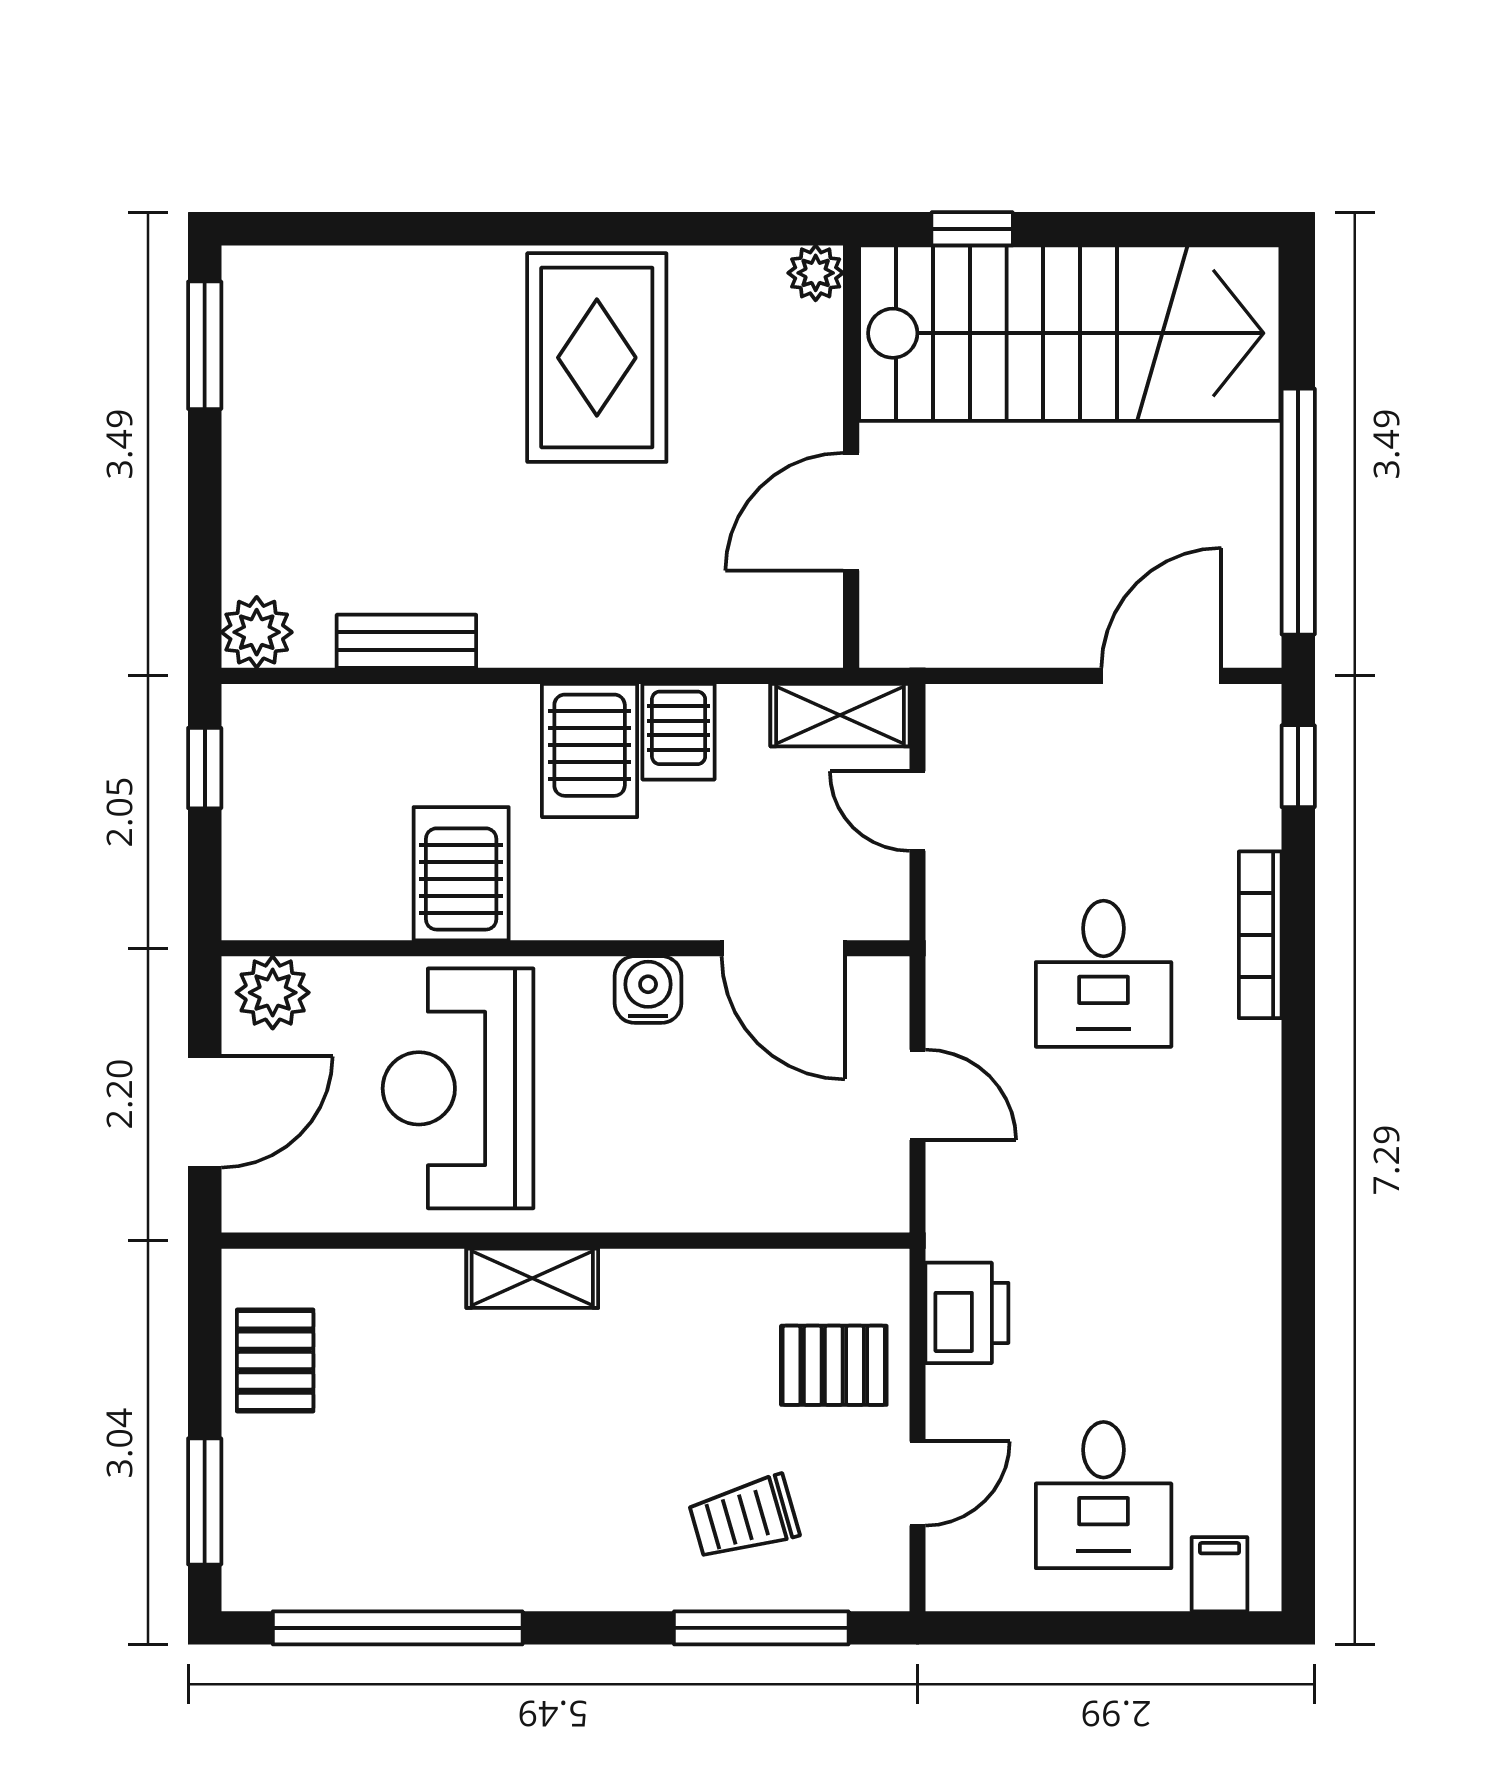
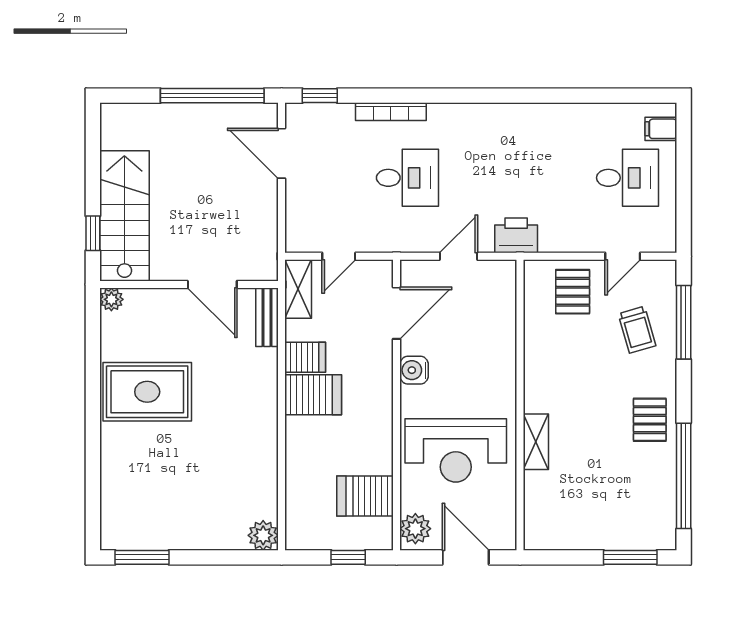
stairs: (1070, 333) -> (124, 216), width x0.73, depth x0.66
bench: (406, 641) -> (267, 317), moved
window: (205, 768) -> (348, 557), moved
server rack: (461, 874) -> (365, 496), moved
shelving: (532, 1278) -> (536, 442), moved
printer: (967, 1313) -> (516, 235), moved
pallet: (275, 1361) -> (650, 420), moved, turned 90
door: (918, 1483) -> (623, 256), swing flipped

